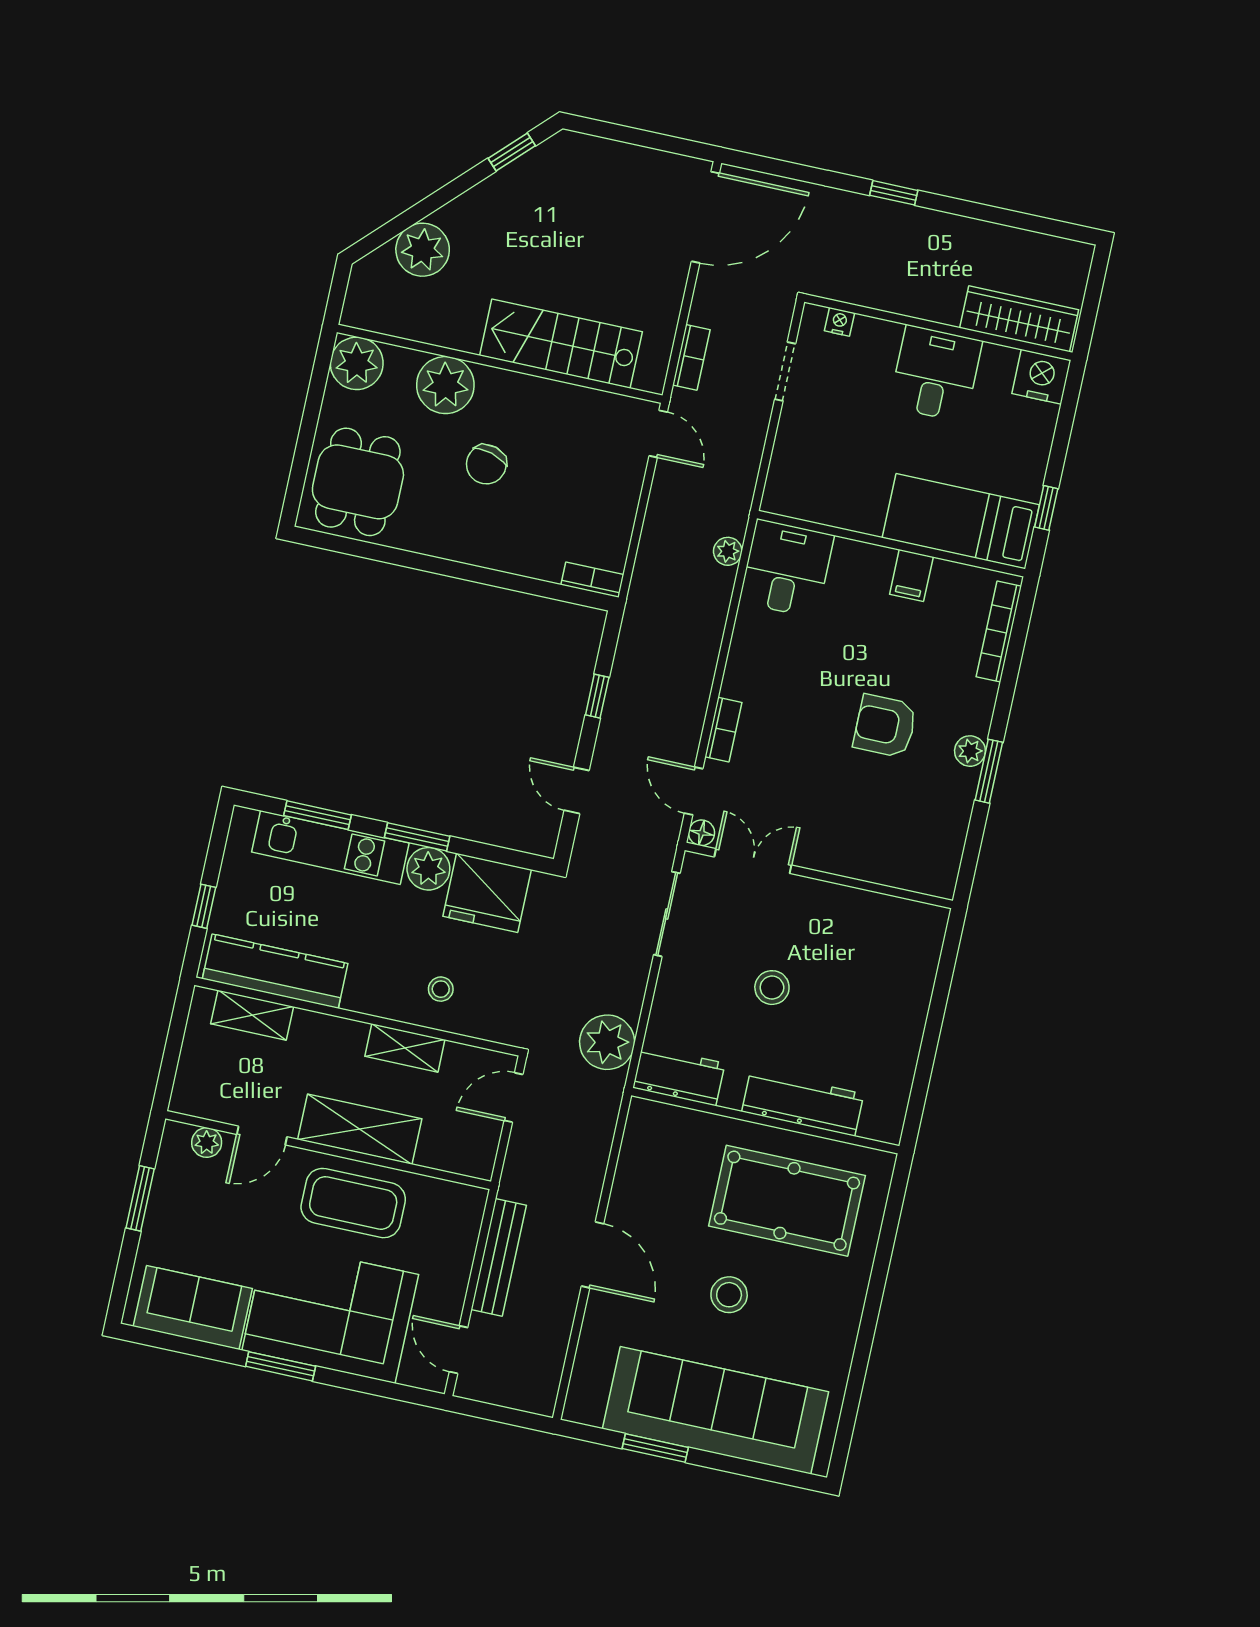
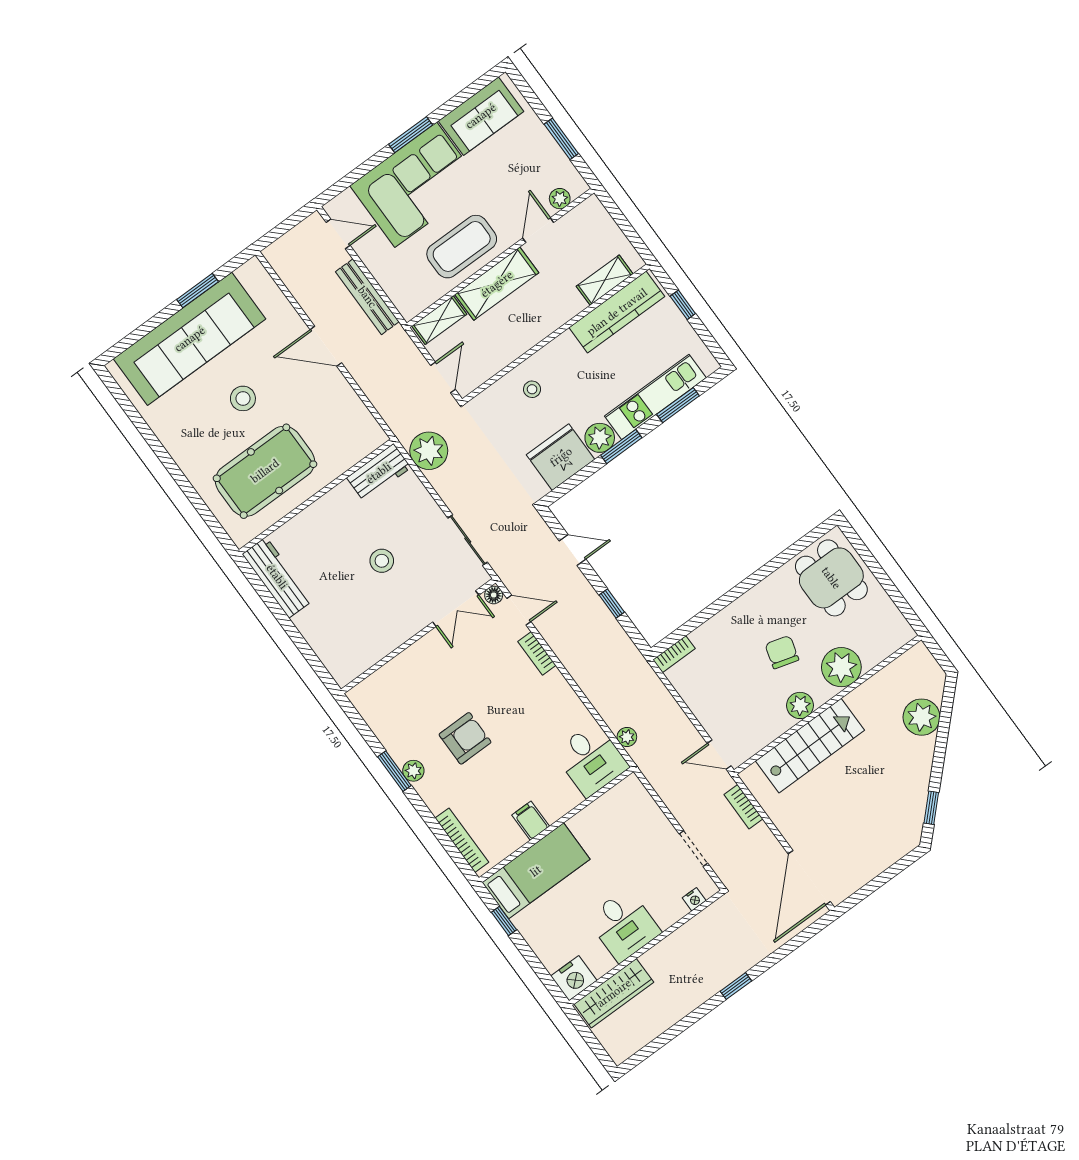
plant: (357, 363) -> (800, 705), moved, width x0.73, depth x0.73
shelving: (405, 1048) -> (439, 320), moved
workbench: (803, 1103) -> (277, 577), moved, turned -90

